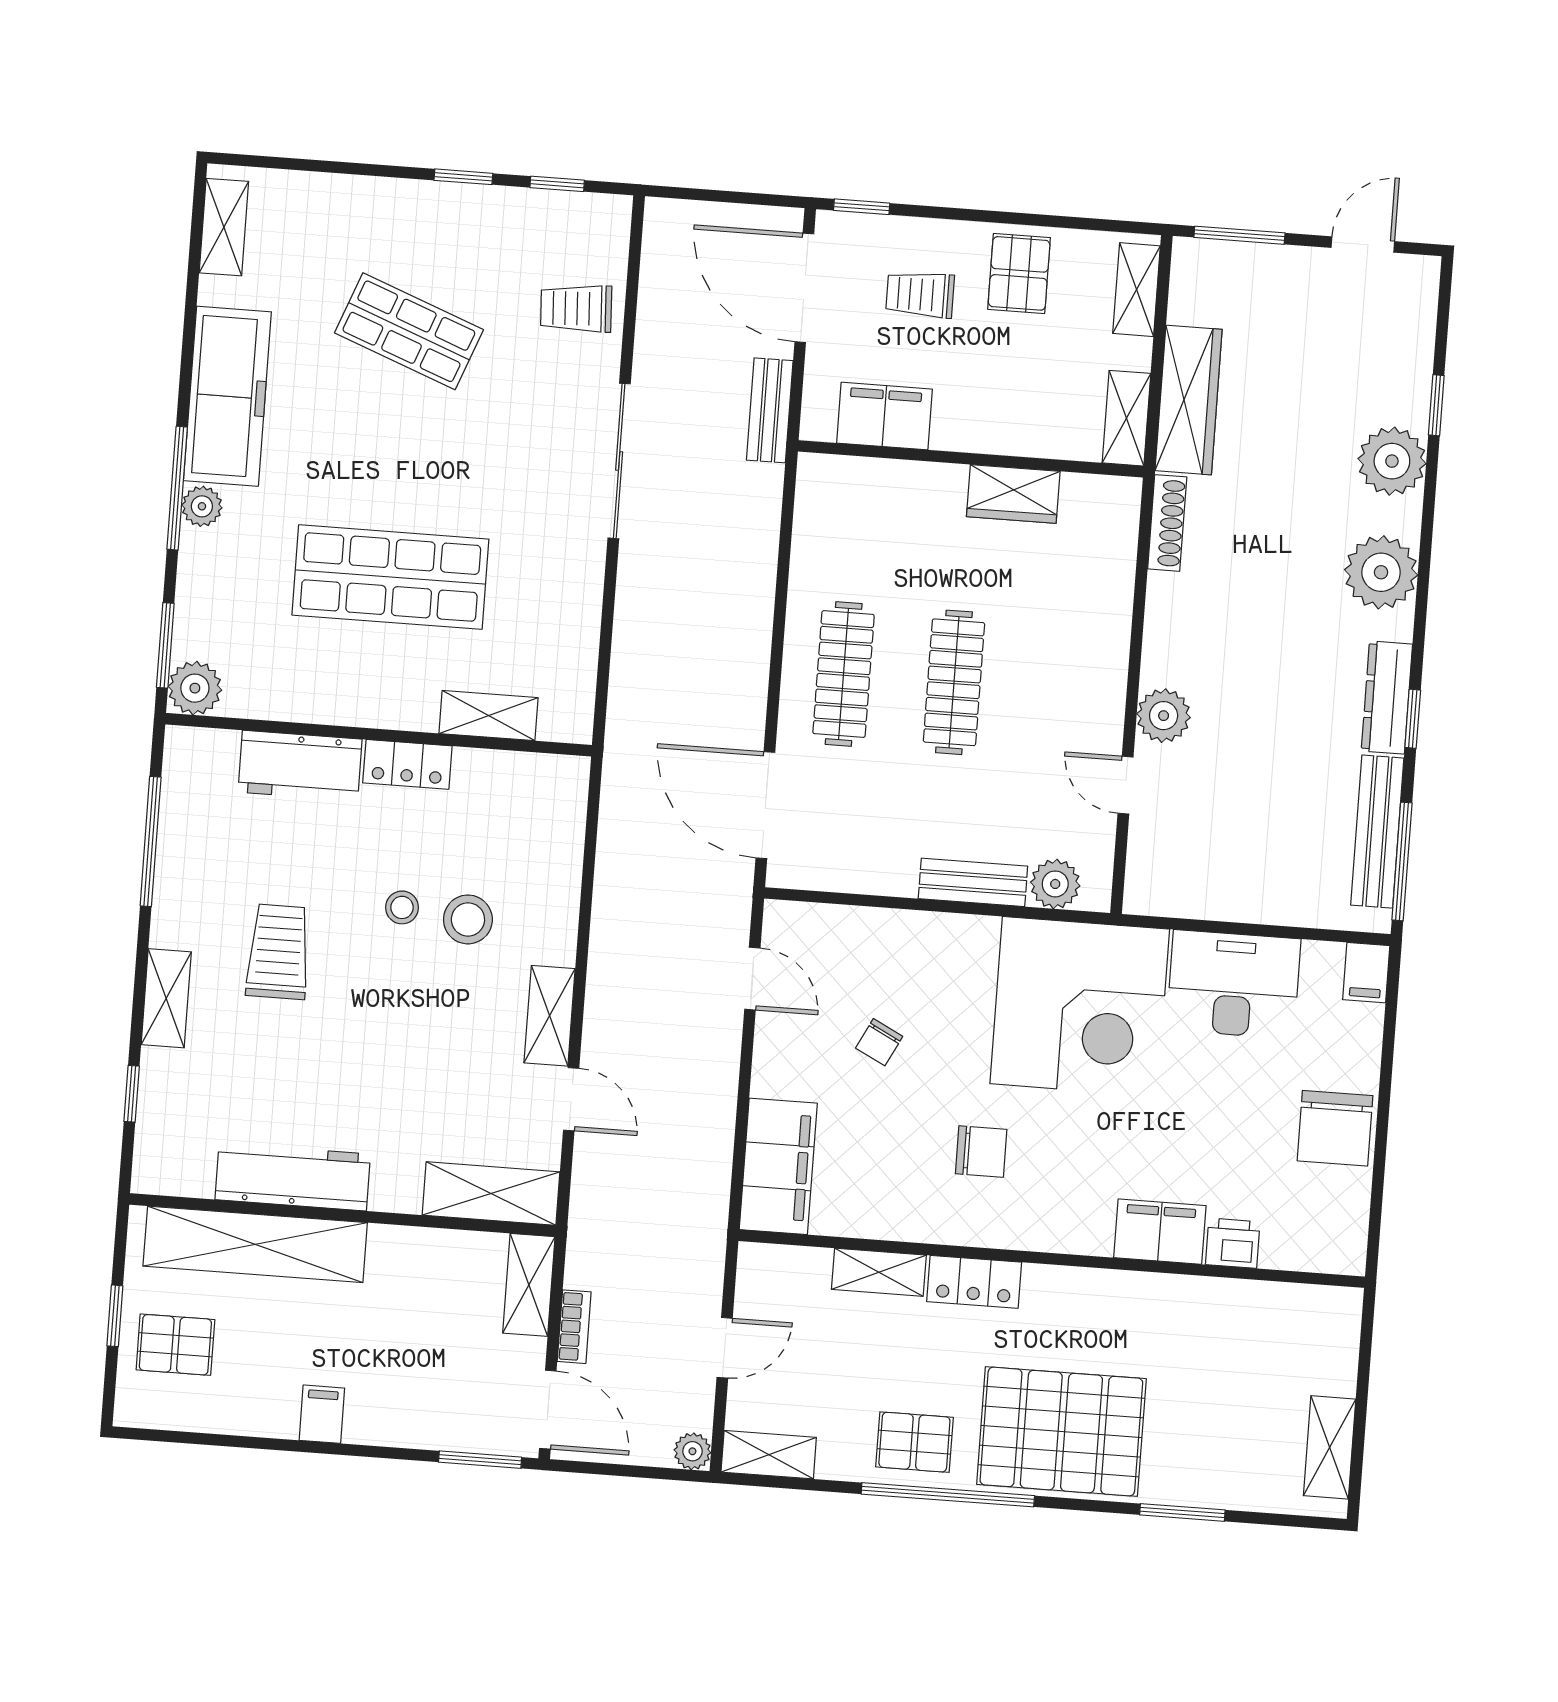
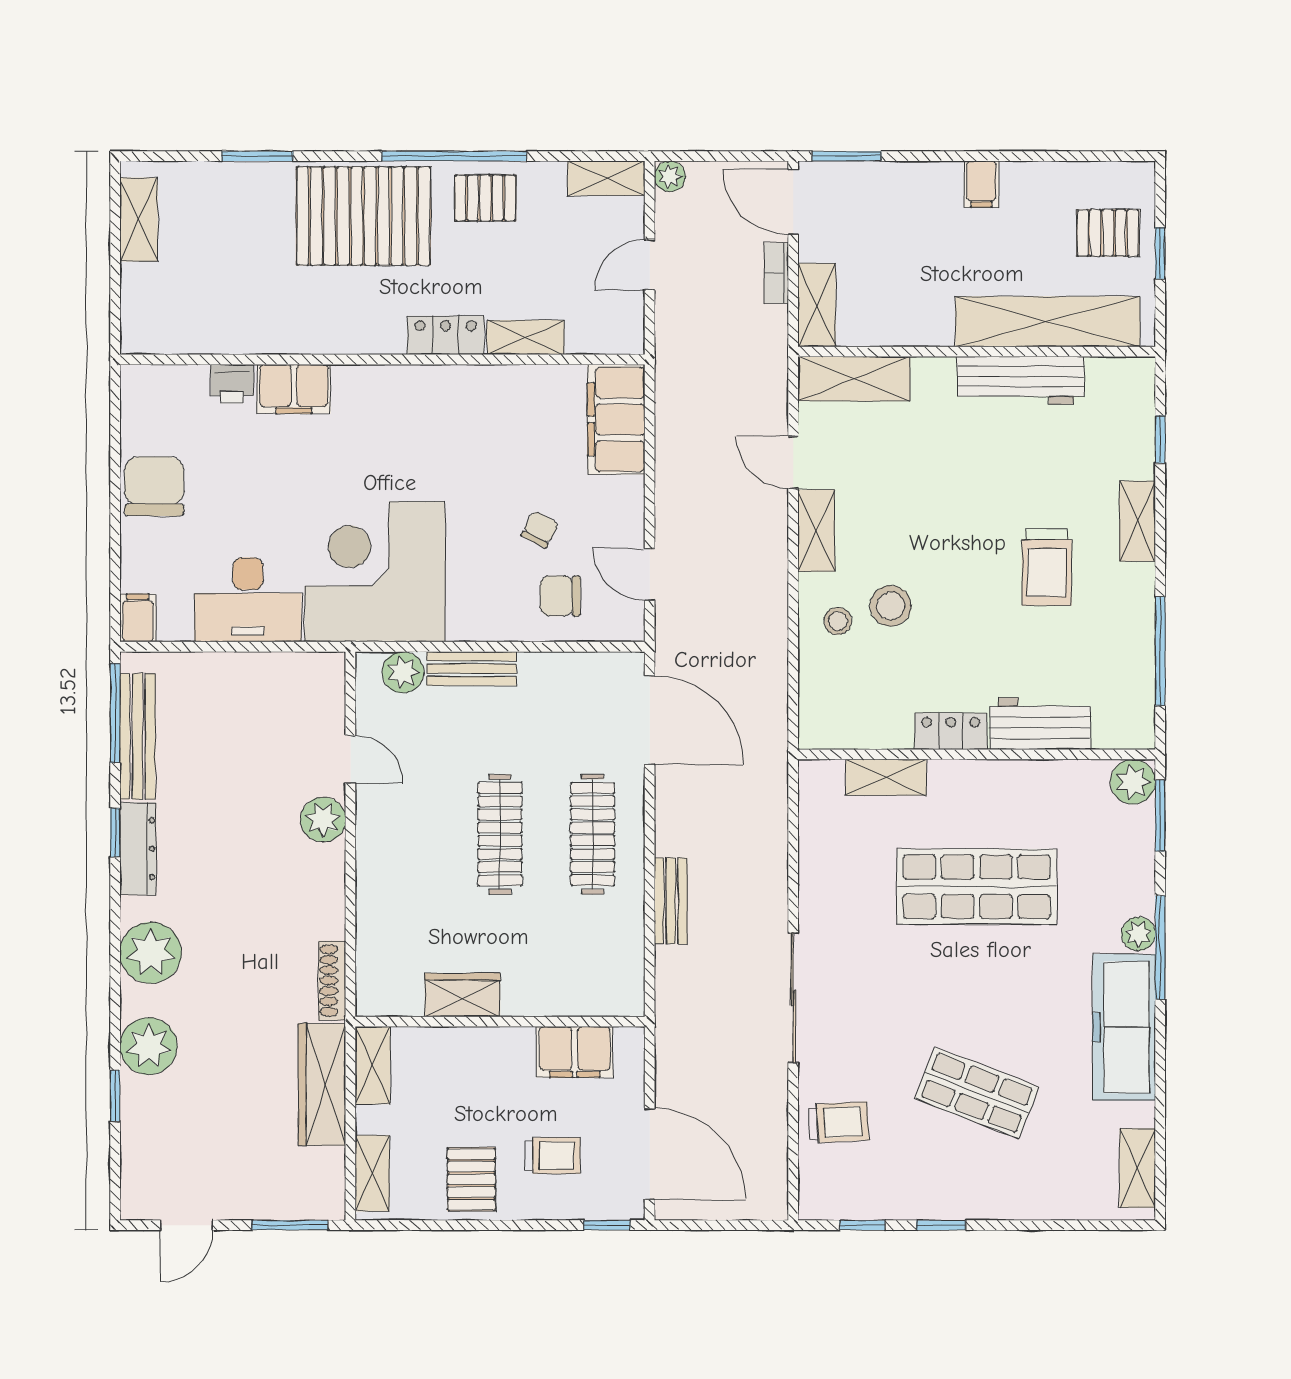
bench: (770, 410) -> (671, 901), moved
stool: (402, 907) -> (838, 621), moved
chair: (981, 1152) -> (560, 596), moved

